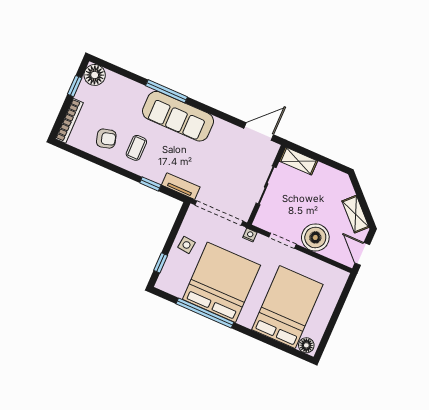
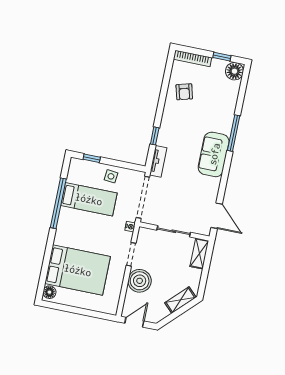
sofa: (178, 116) -> (214, 154), width x0.73
coffee table: (136, 148) -> (182, 118), removed
shelving: (355, 214) -> (180, 300), moved
bed: (221, 282) -> (89, 199), width x0.49

